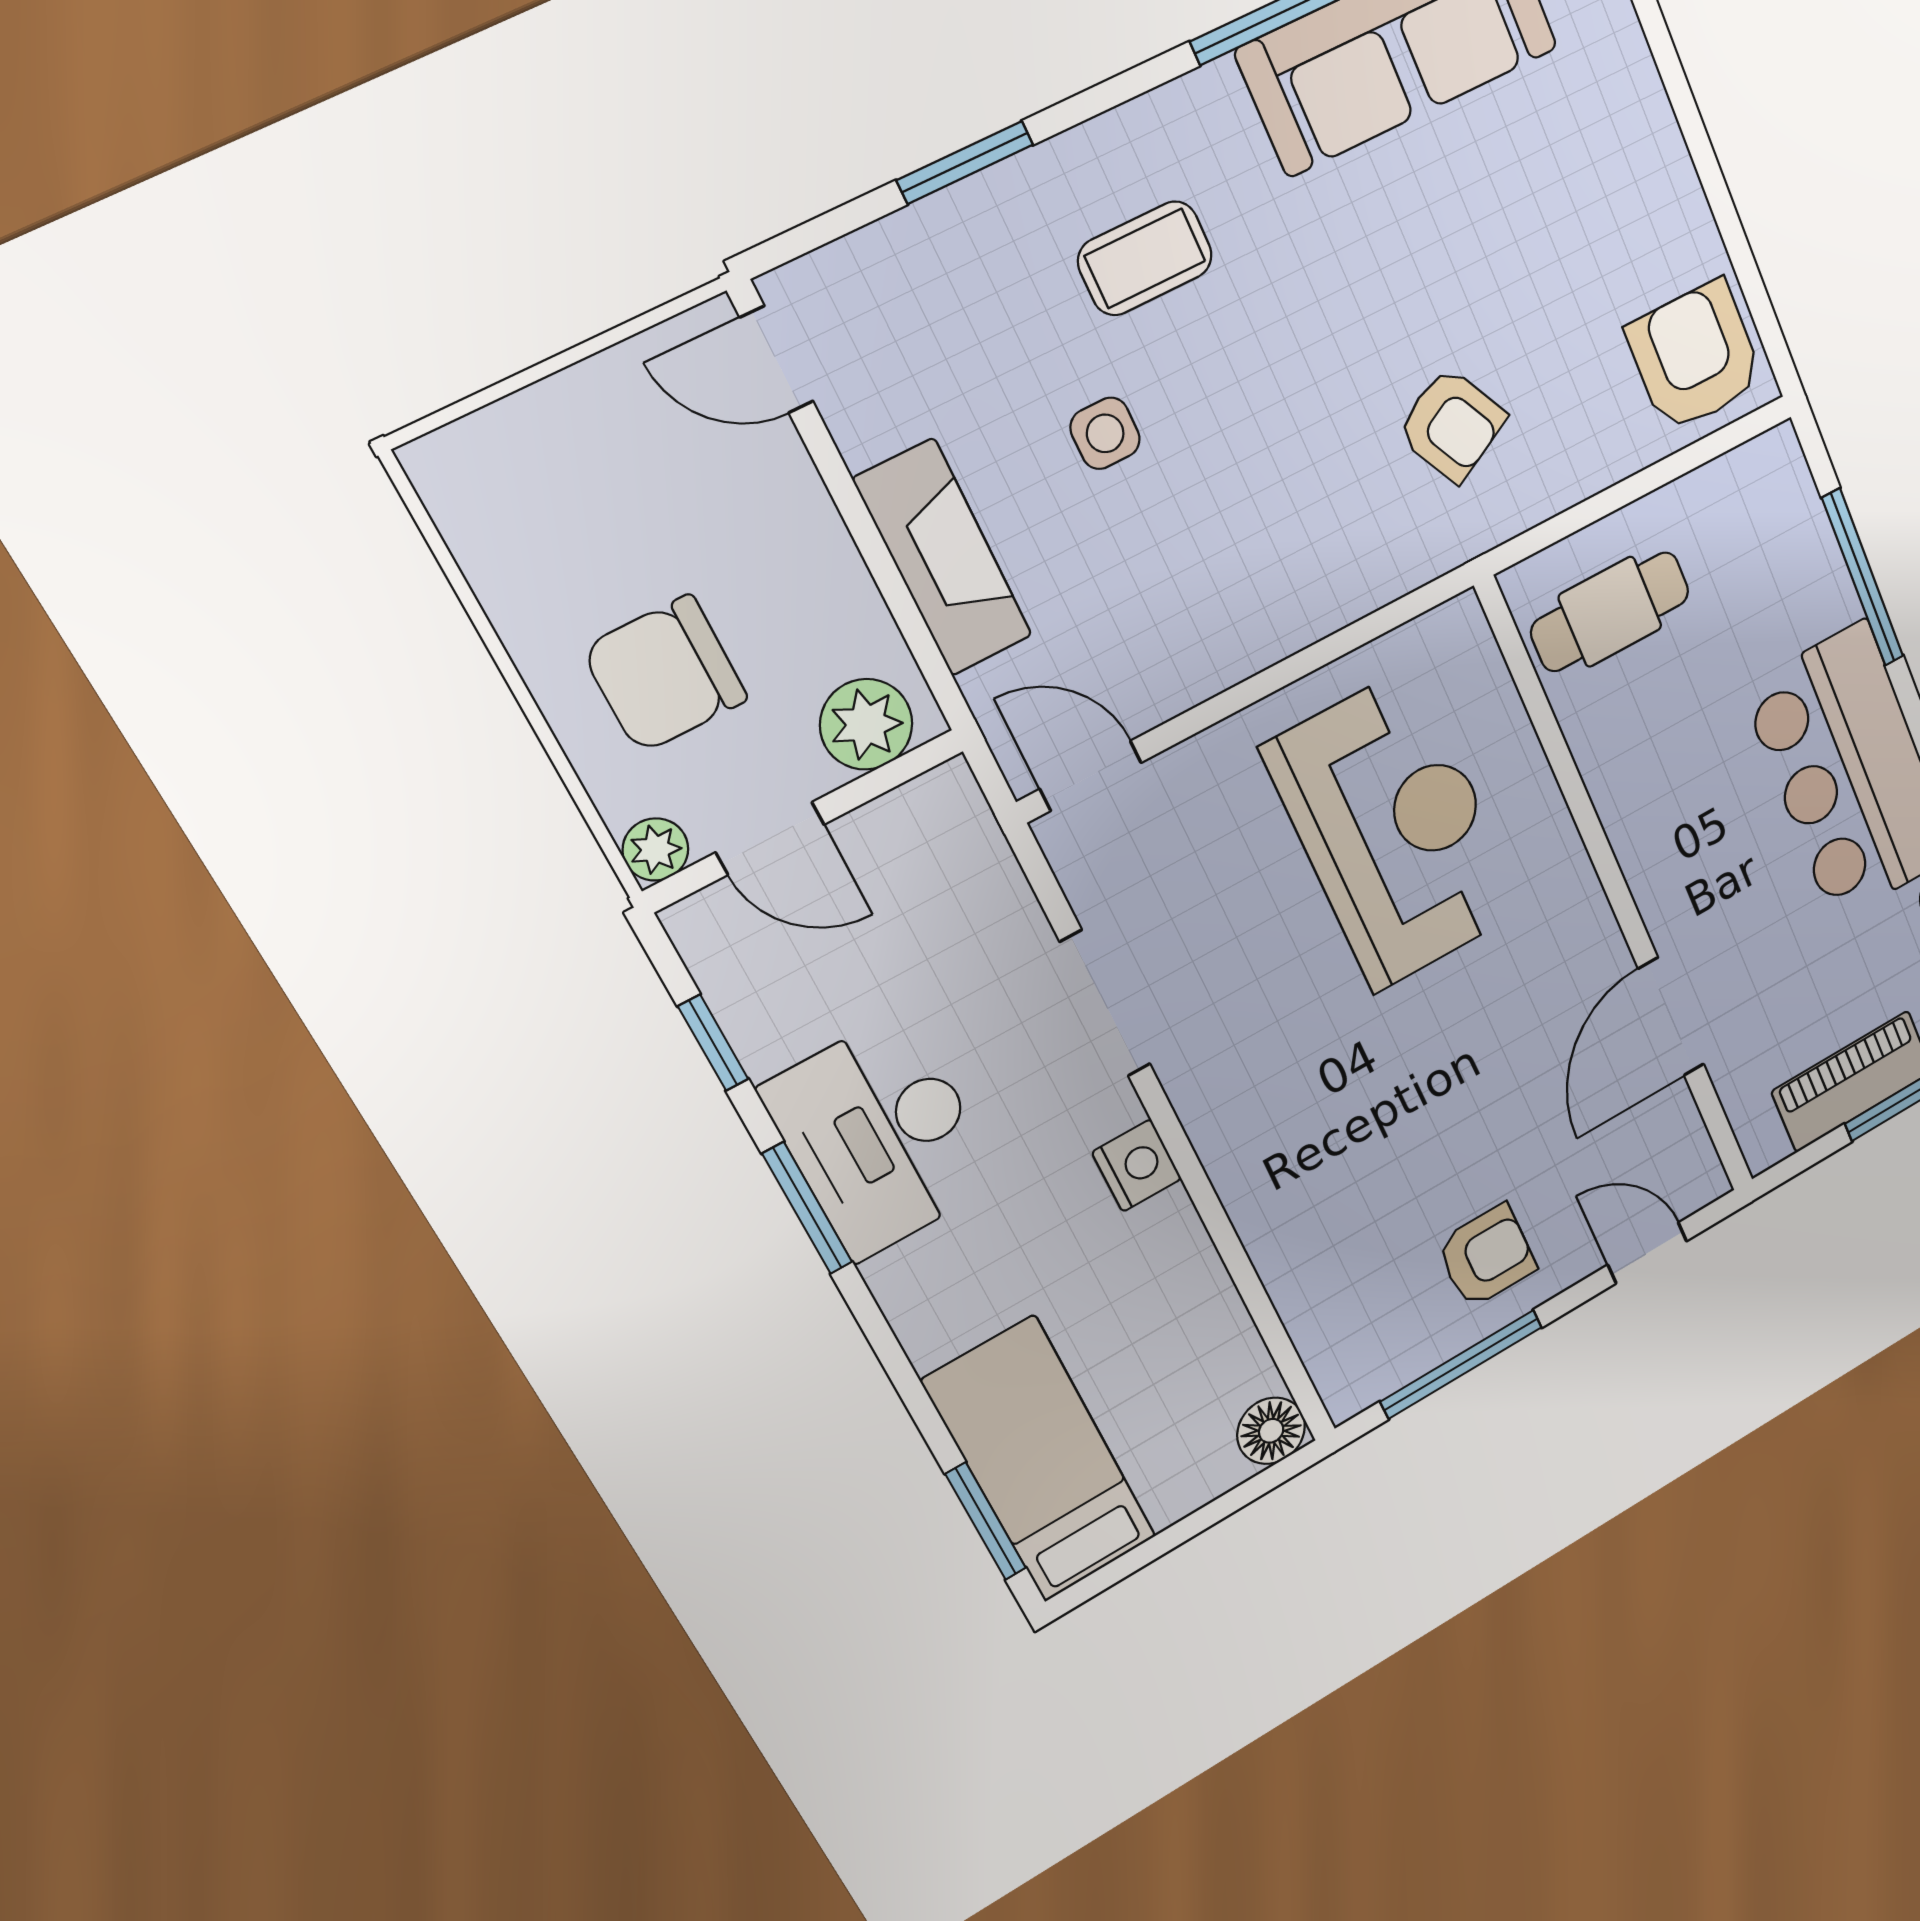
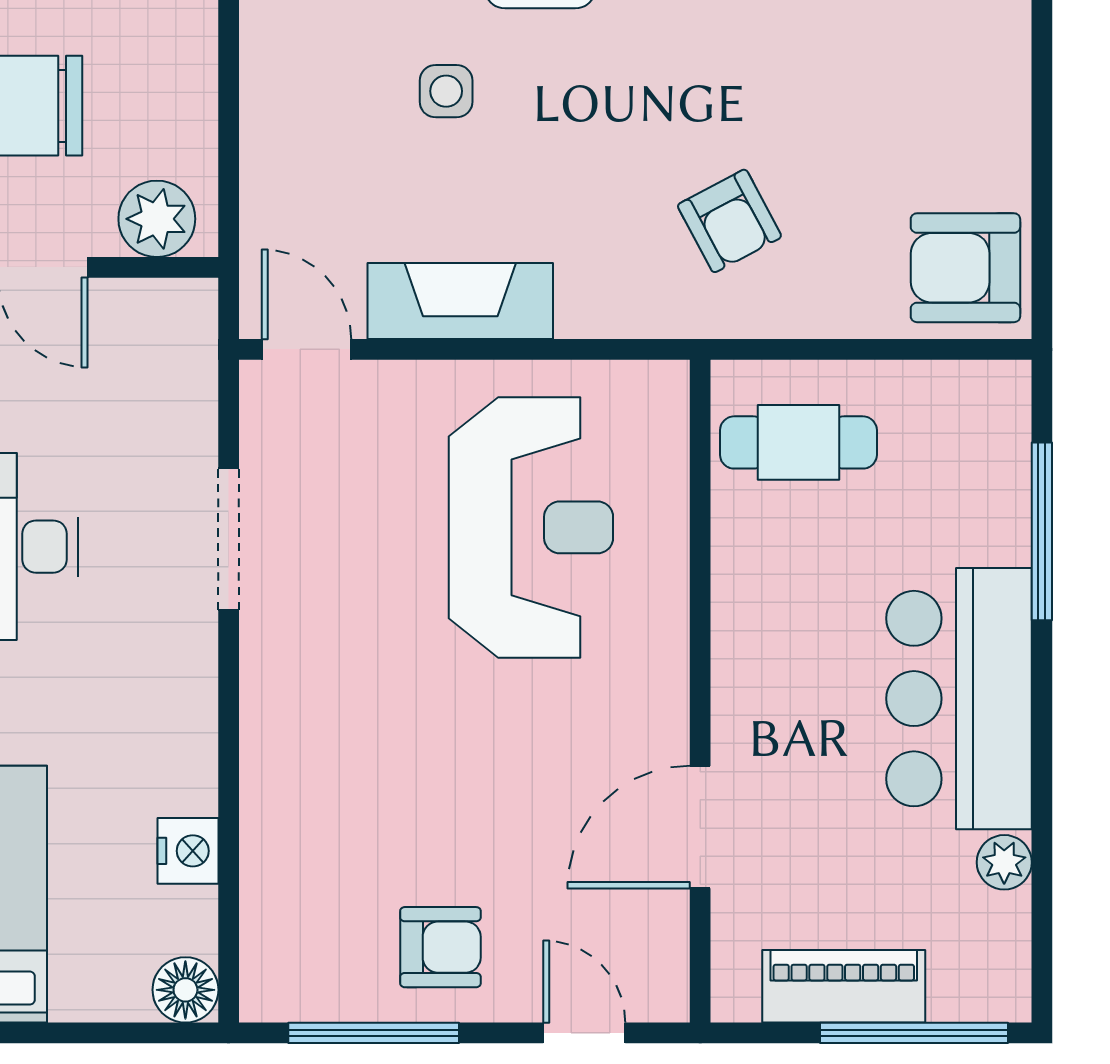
armchair: (1695, 356) -> (965, 268), turned -90
fireplace: (943, 558) -> (460, 301), moved, turned -90
nightstand: (1137, 1166) -> (188, 851), moved

